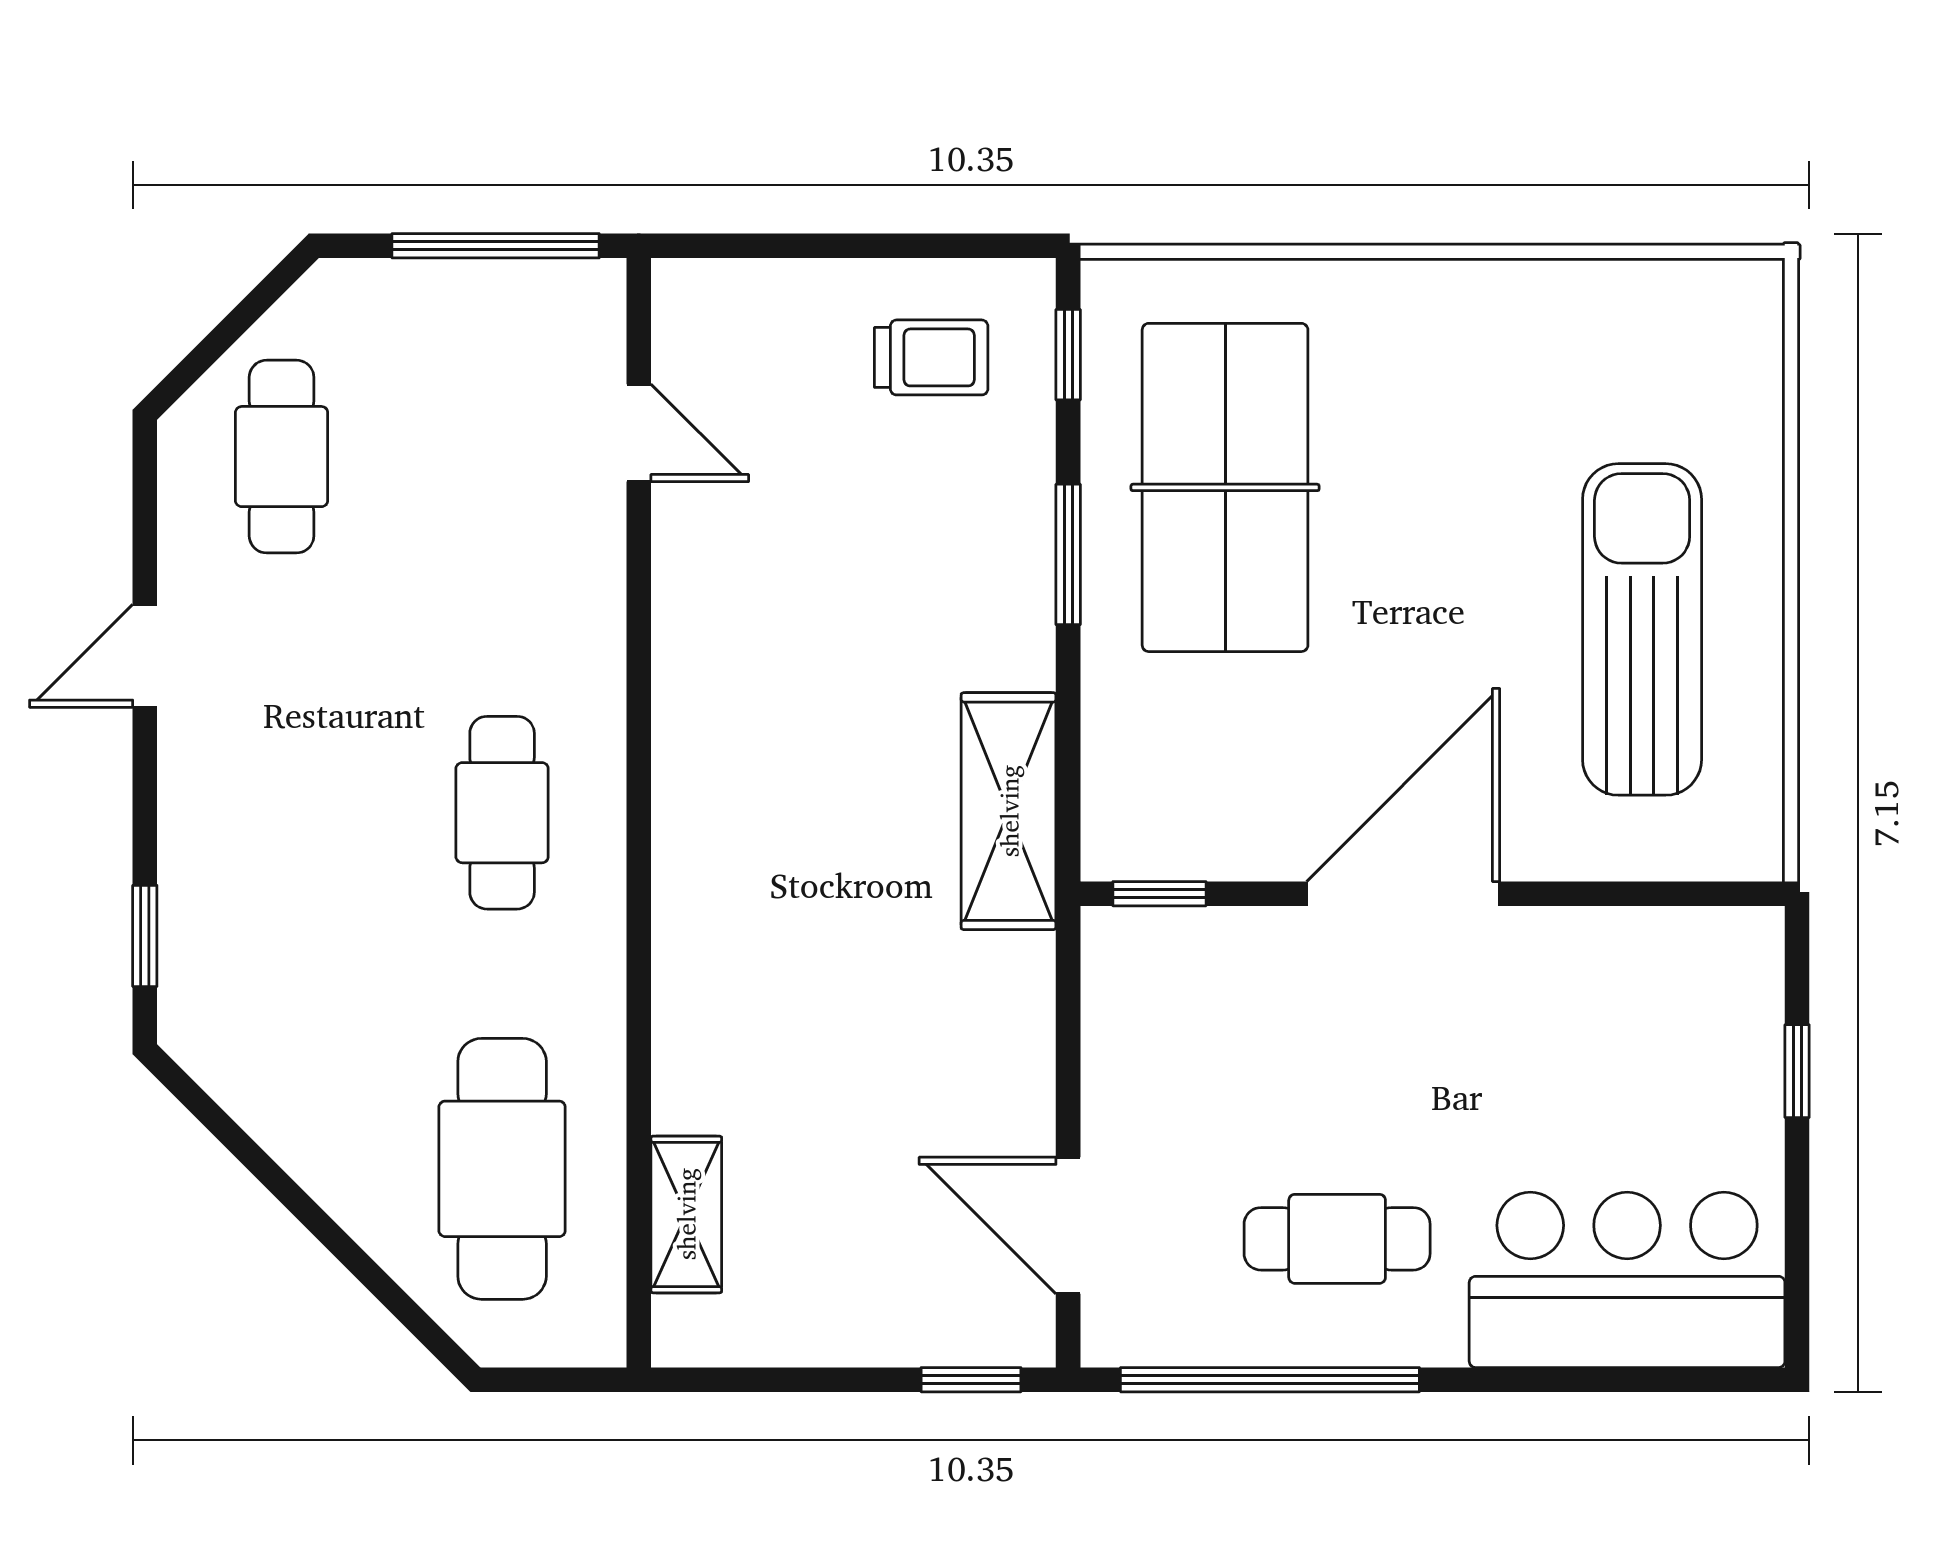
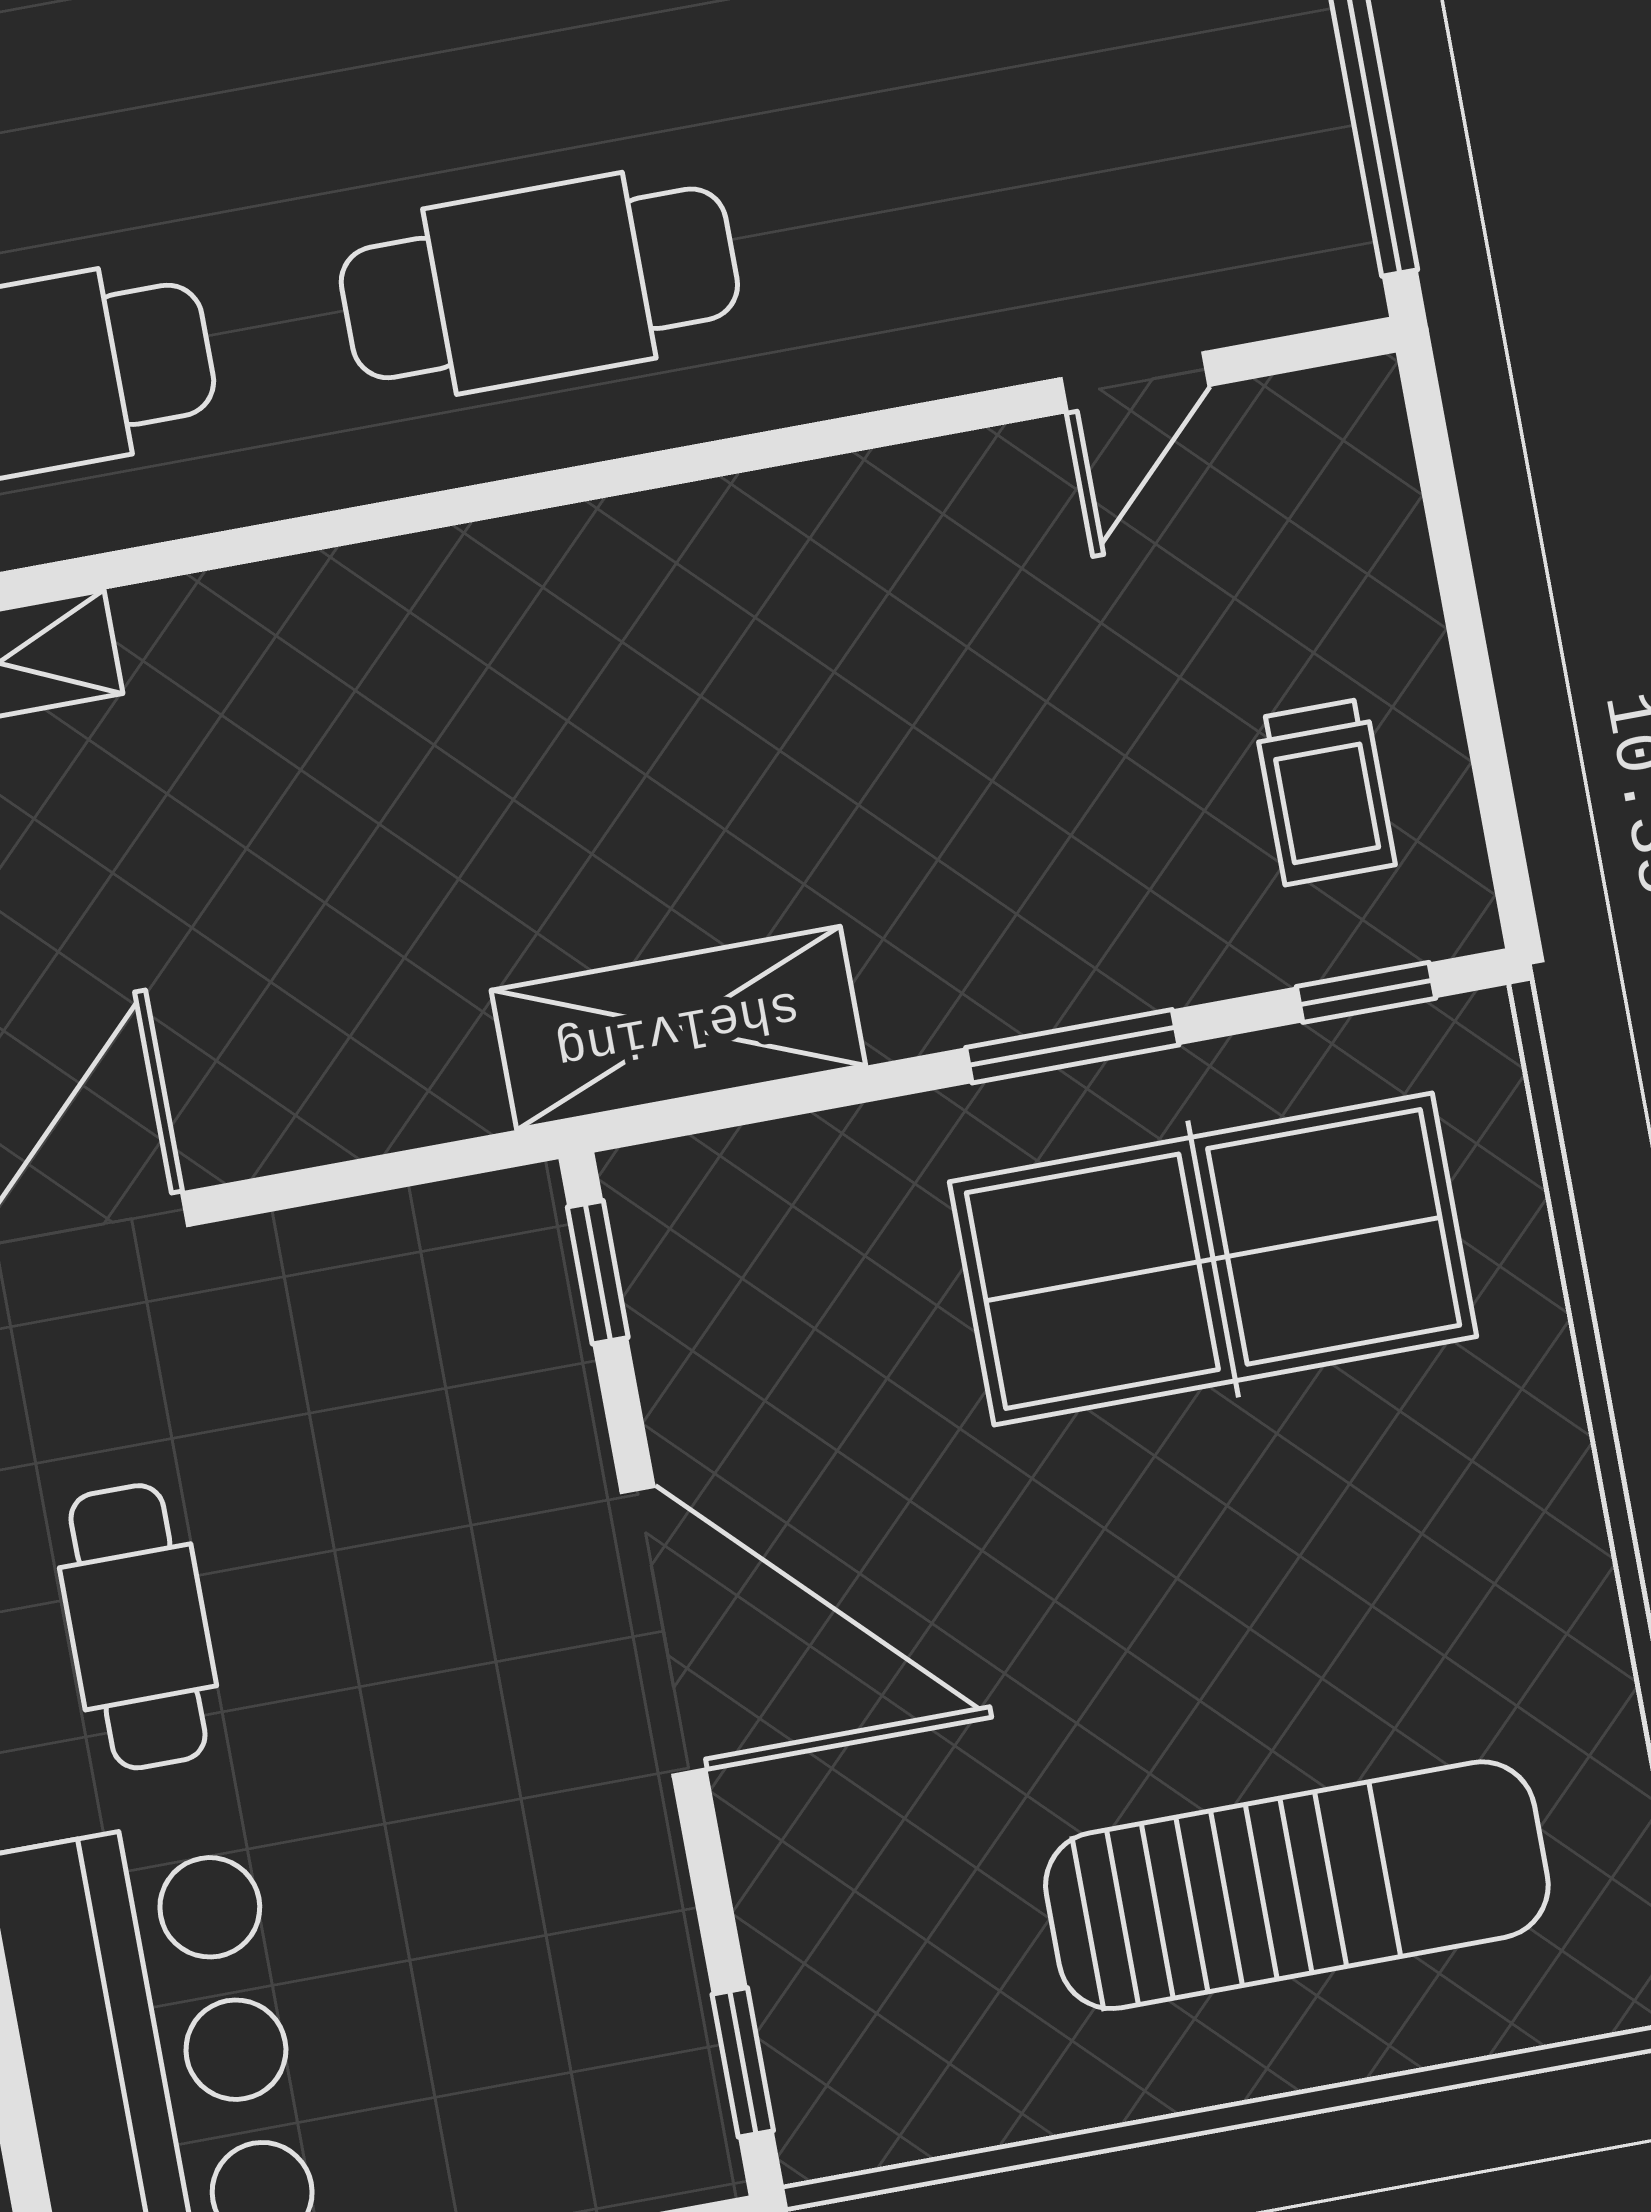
sun lounger: (1642, 629) -> (1297, 1885), moved
cafe table: (502, 813) -> (539, 283), width x1.37, depth x1.35
window: (1697, 894) -> (743, 2062), added

